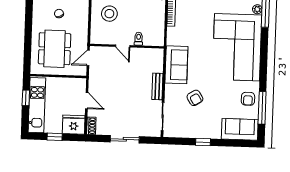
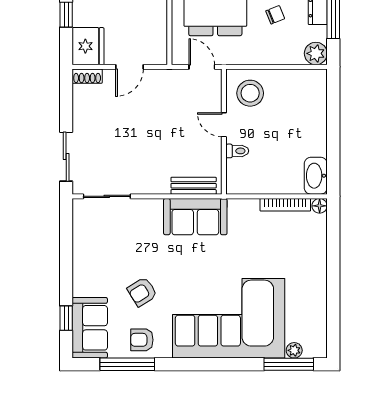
stool: (109, 14) -> (250, 93), moved
door: (123, 46) -> (224, 125), hinge flipped
bench: (157, 86) -> (194, 186), moved
armchair: (195, 98) -> (142, 292), moved
sliding door: (125, 139) -> (66, 157), moved
window: (203, 142) -> (66, 318), moved

